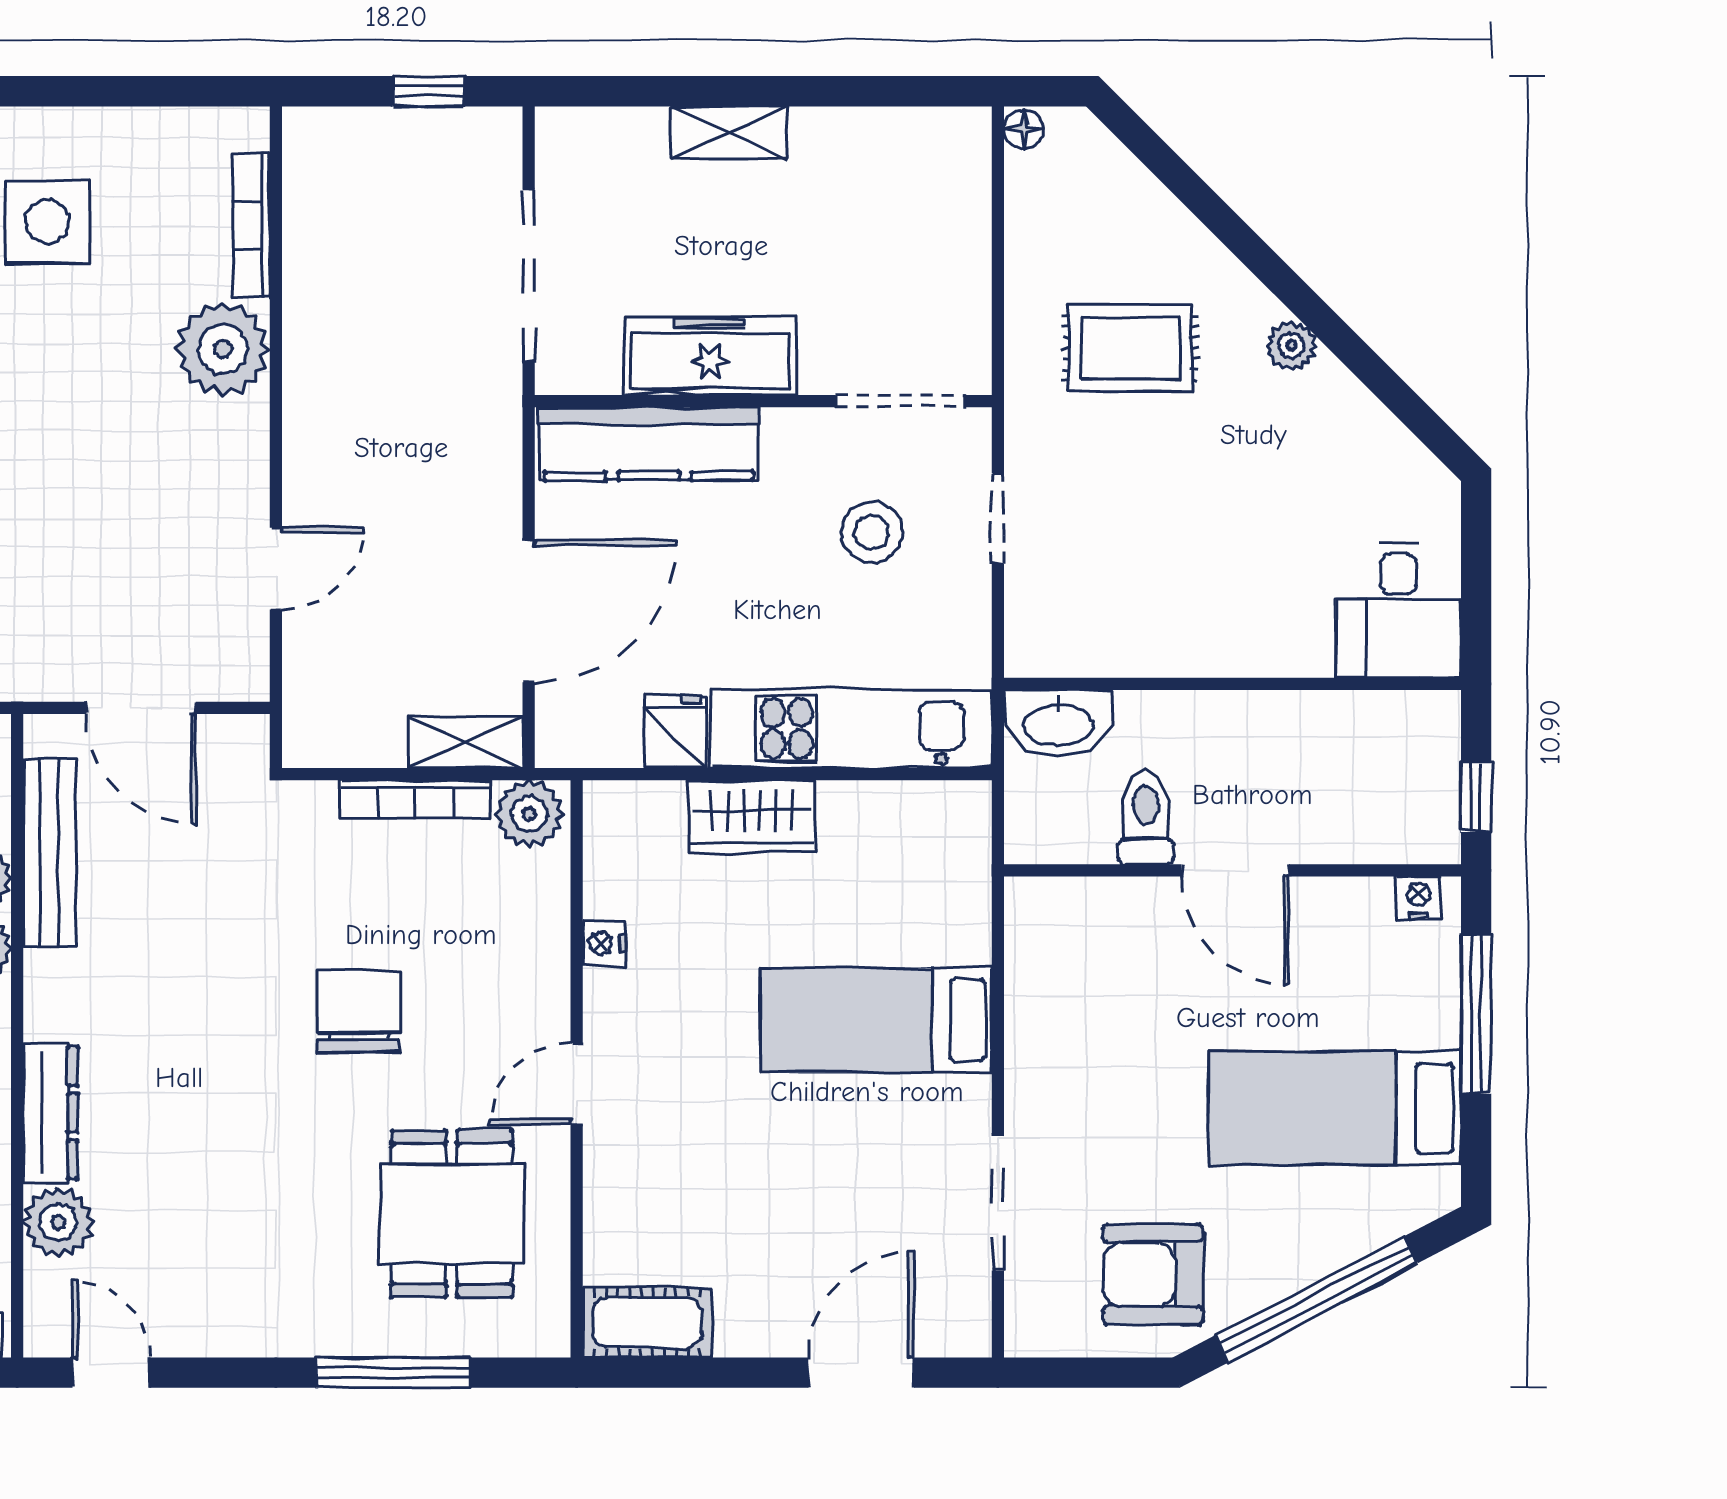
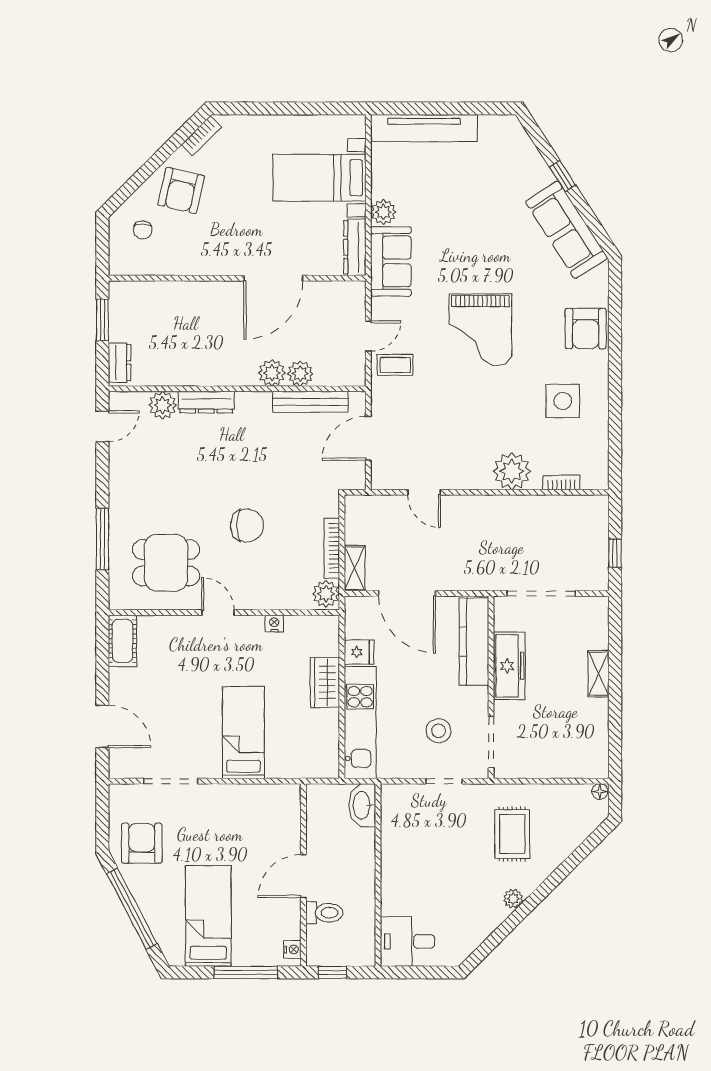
bookcase: (251, 225) -> (561, 483), width x0.64
toilet: (1146, 818) -> (324, 913), moved

